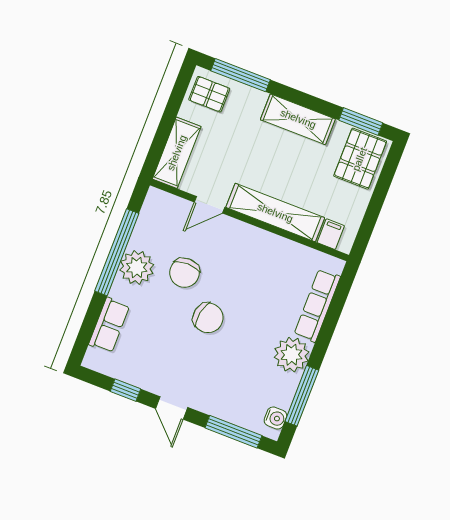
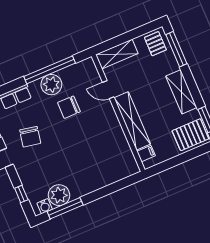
row of seats: (317, 305) -> (110, 177), removed
chair: (208, 318) -> (30, 137), moved
plant: (292, 355) -> (59, 195), moved
window: (233, 432) -> (21, 194), width x0.46

